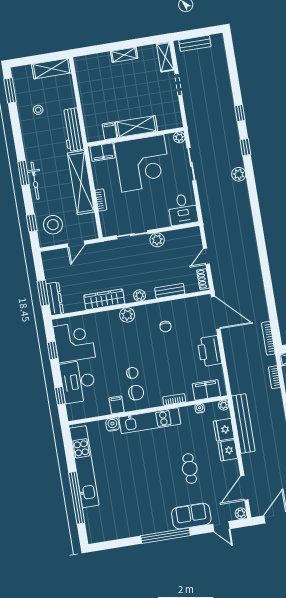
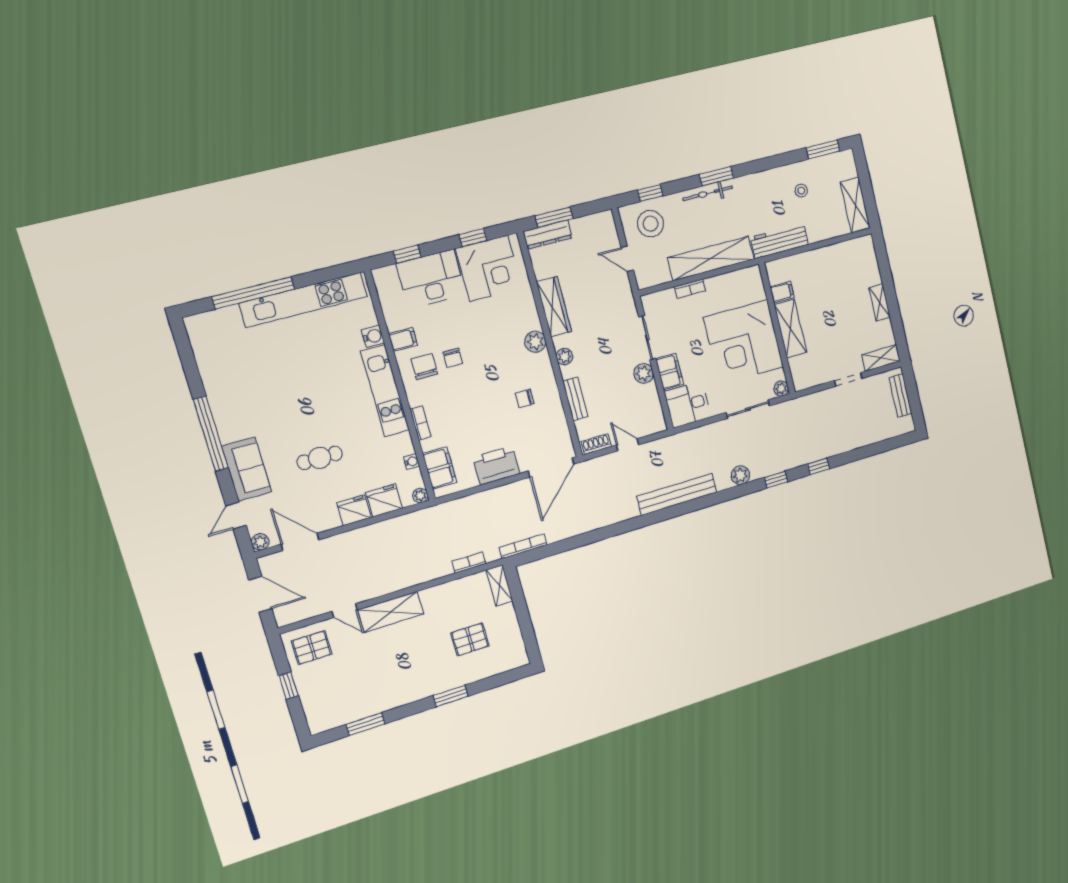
filing cabinet: (103, 152) -> (670, 372), moved, turned 180
chair: (136, 393) -> (424, 366), turned 180
bench: (243, 424) -> (677, 494), moved

